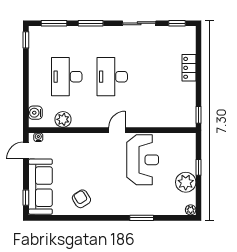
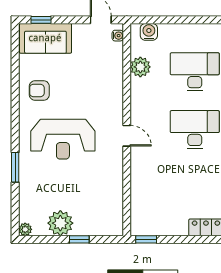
reception desk: (143, 160) -> (63, 139), moved
sofa: (40, 187) -> (45, 38), width x0.73
armchair: (81, 199) -> (39, 90), turned -148

